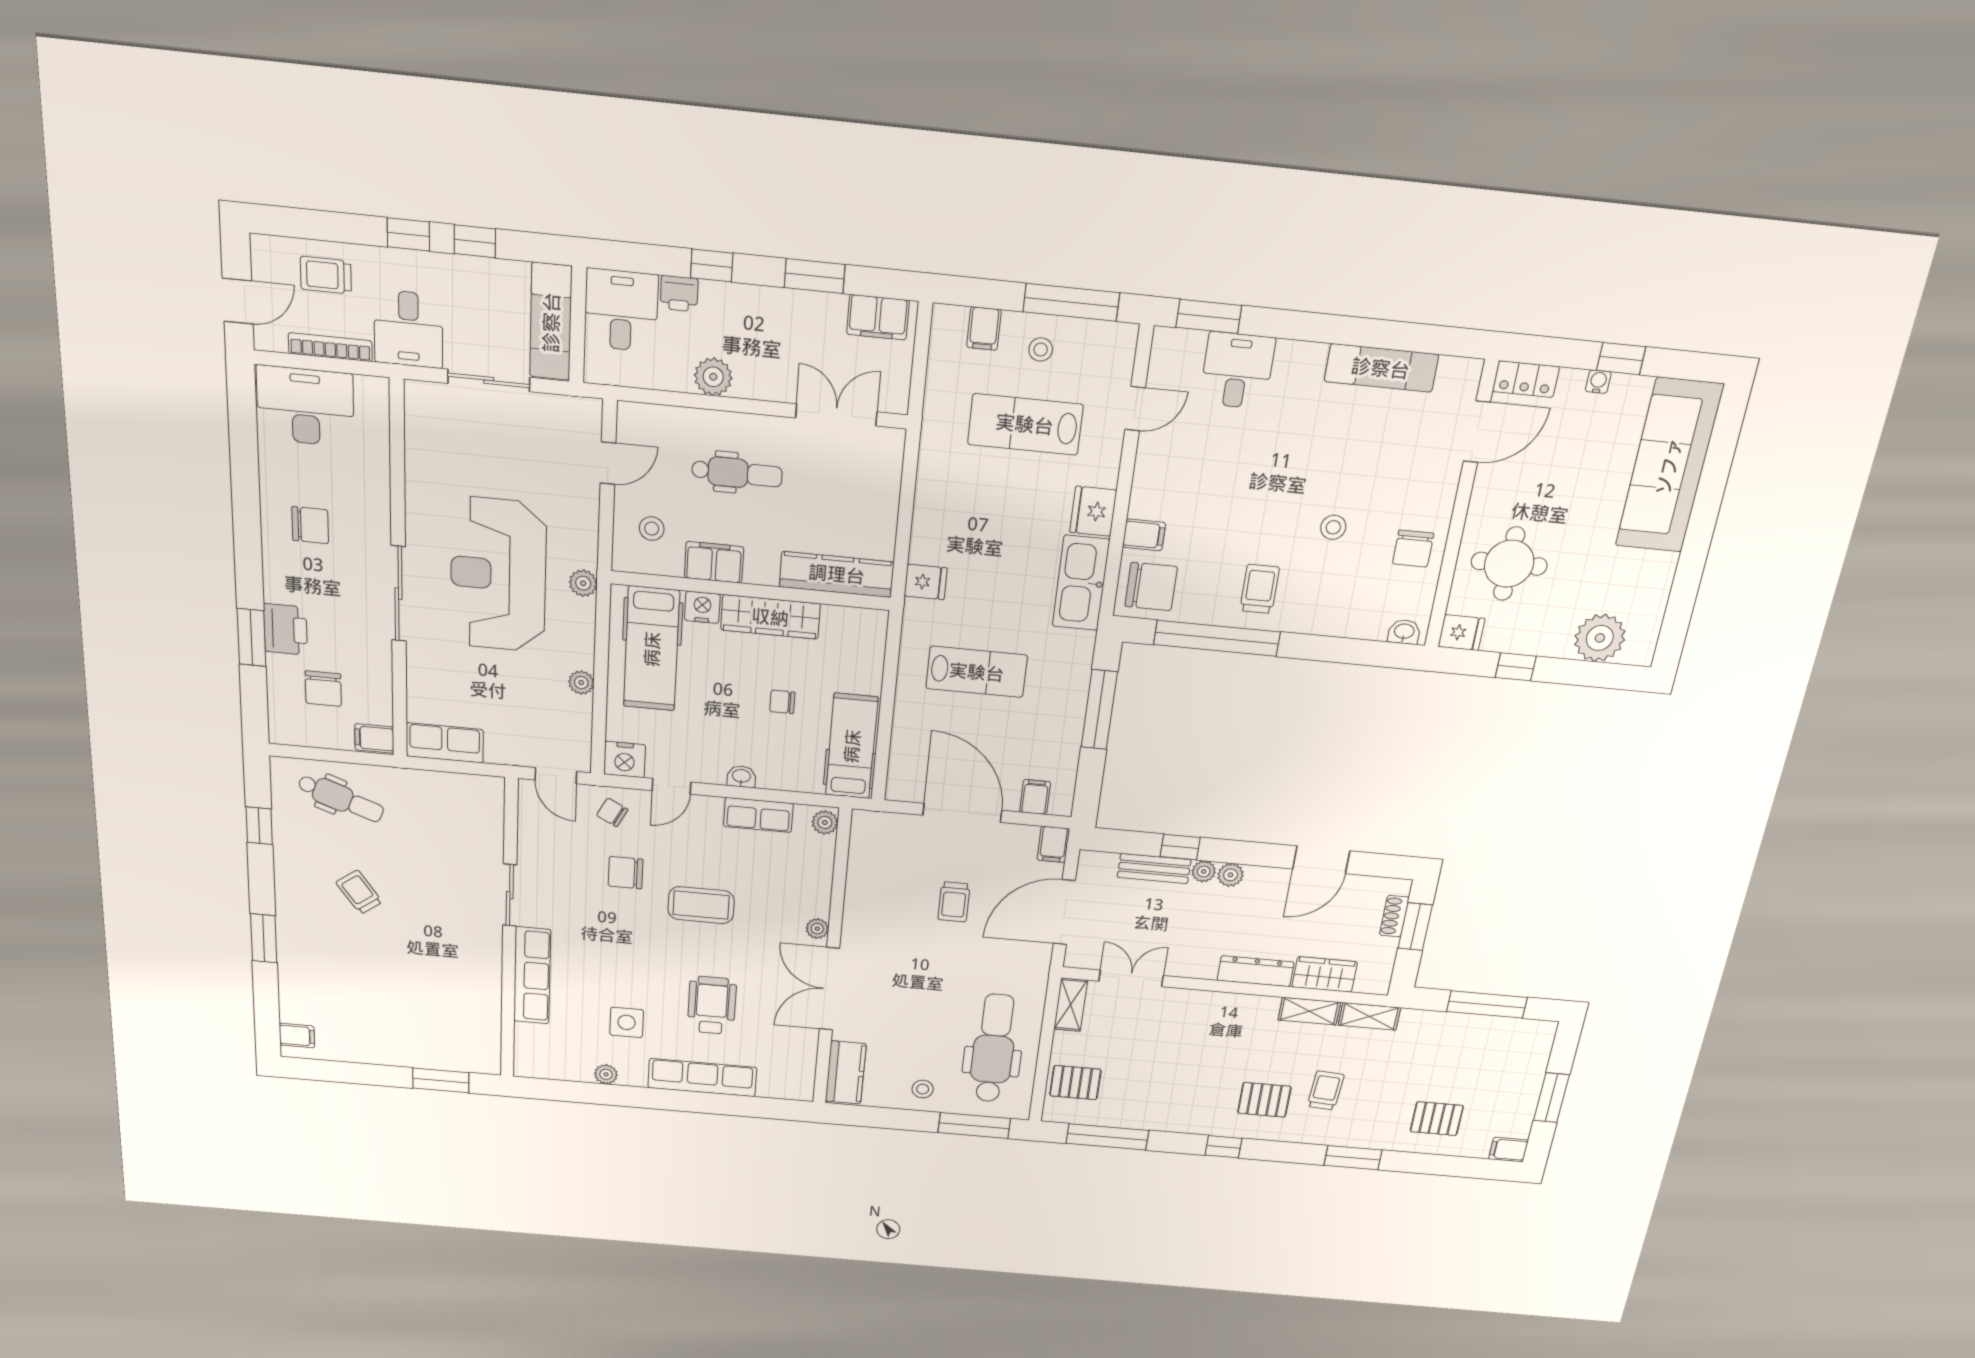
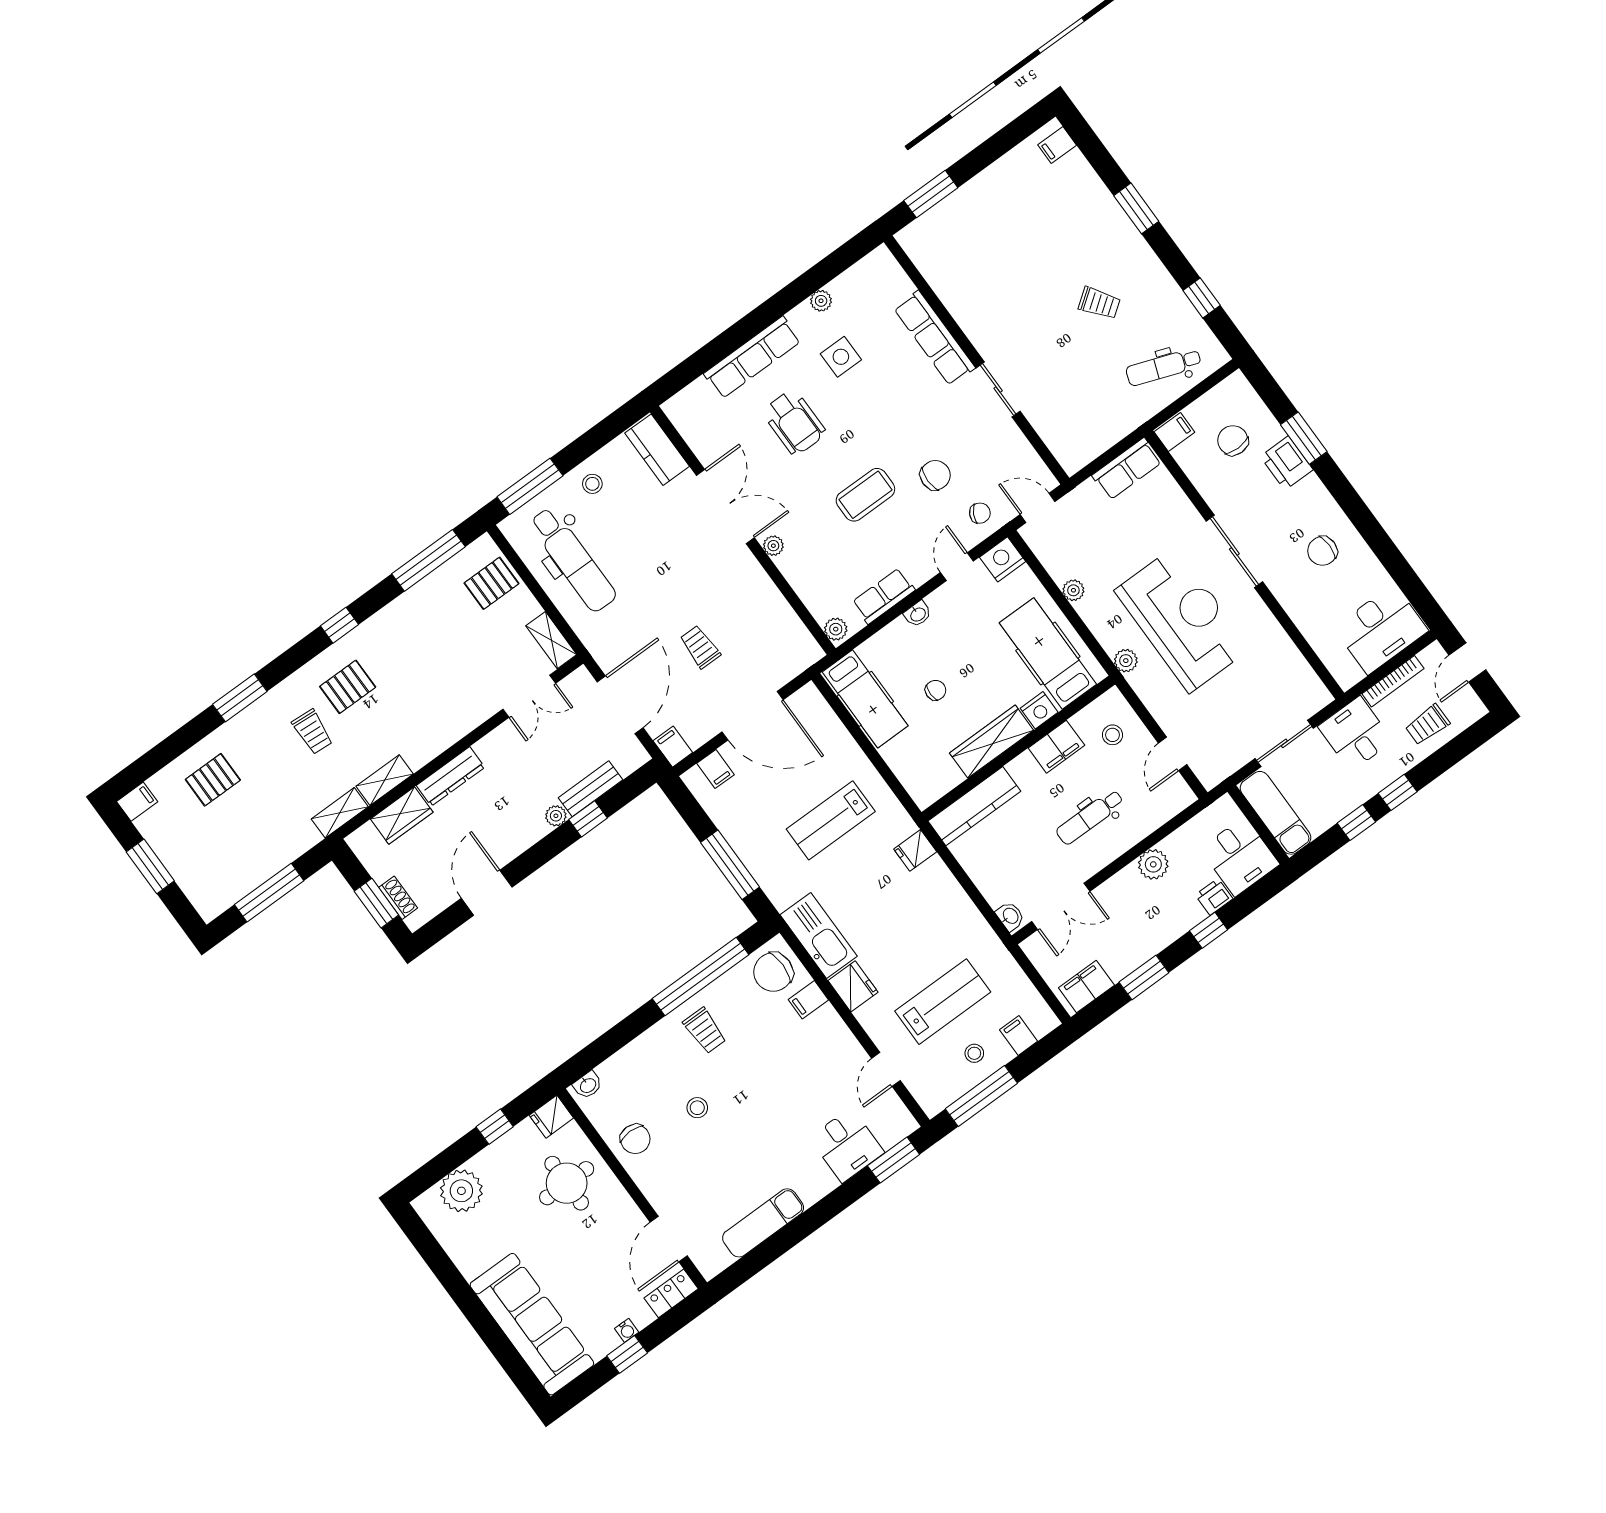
trolley: (326, 275) -> (1427, 725), turned 180
washbasin: (892, 448) -> (1010, 916), added
chair: (1413, 549) -> (635, 1139), turned 180
plant: (1231, 875) -> (536, 829), removed

